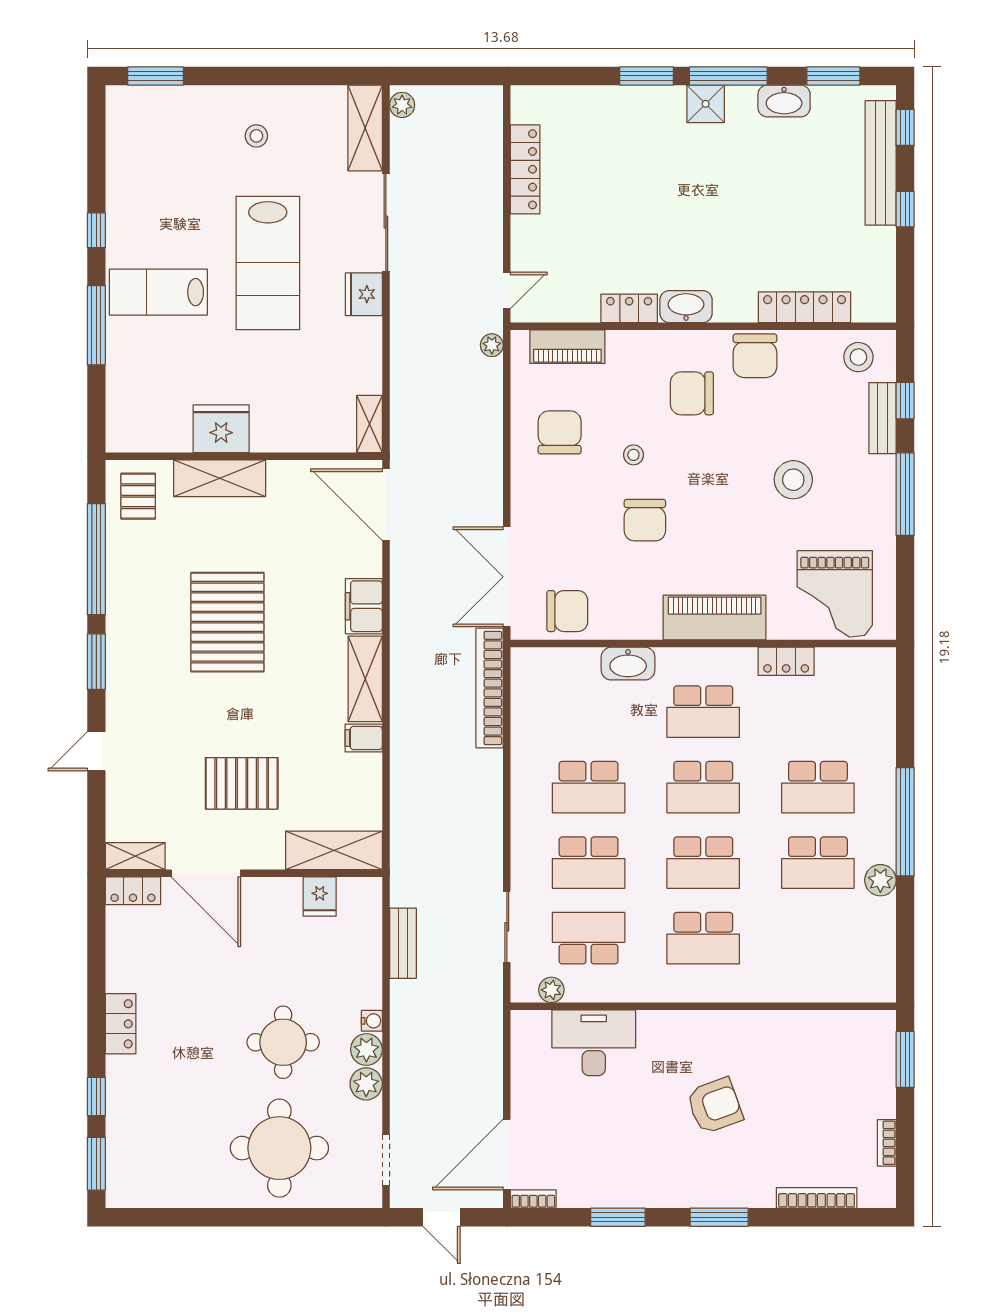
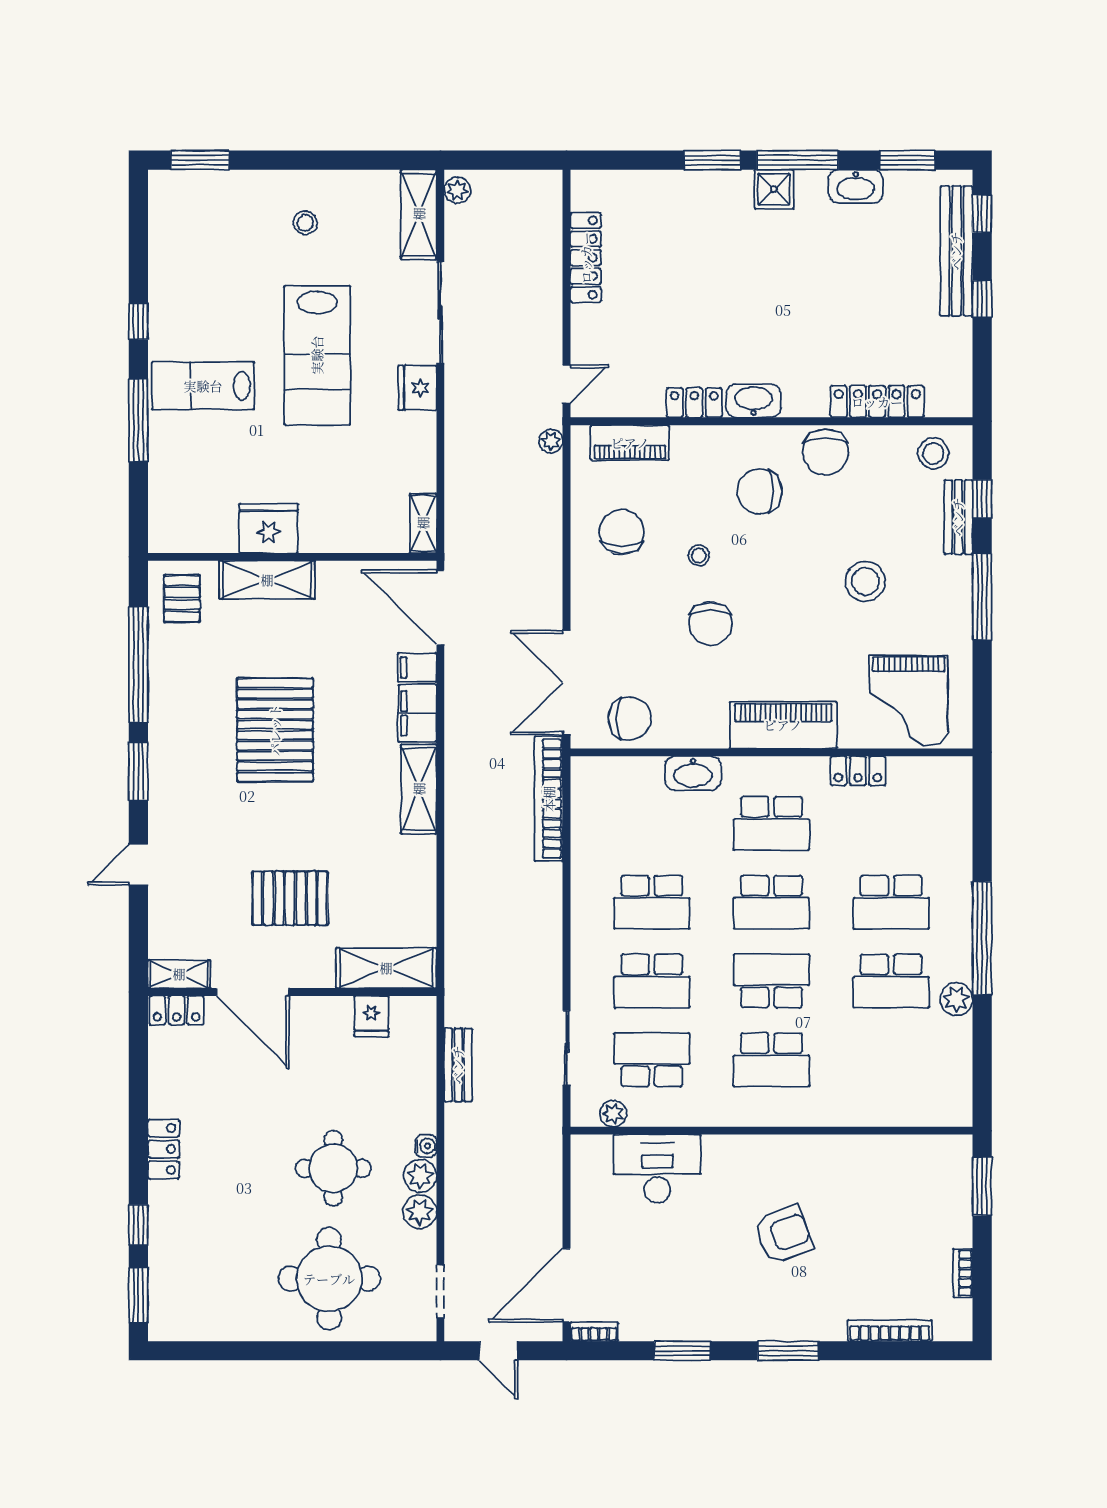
filing cabinet: (364, 738) -> (417, 667), moved
school desk: (703, 863) -> (771, 981), turned 180

